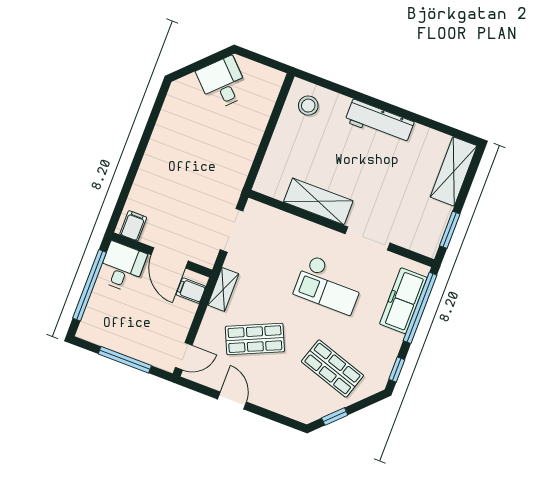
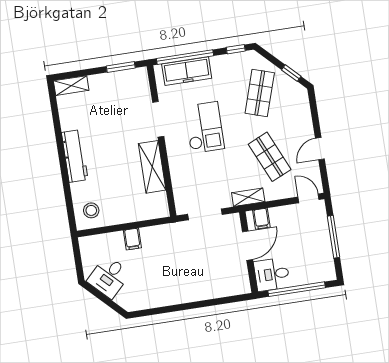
shelving: (454, 171) -> (71, 86), width x0.67, depth x0.75
filing cabinet: (133, 226) -> (132, 239), moved, turned -90

